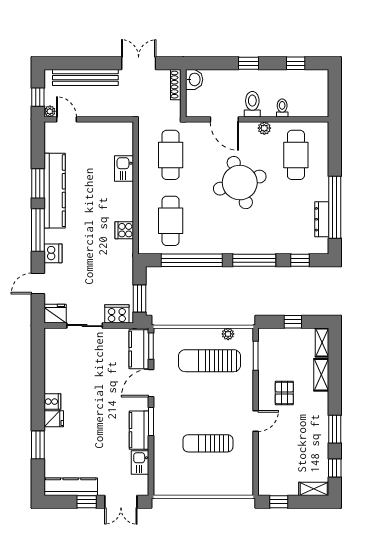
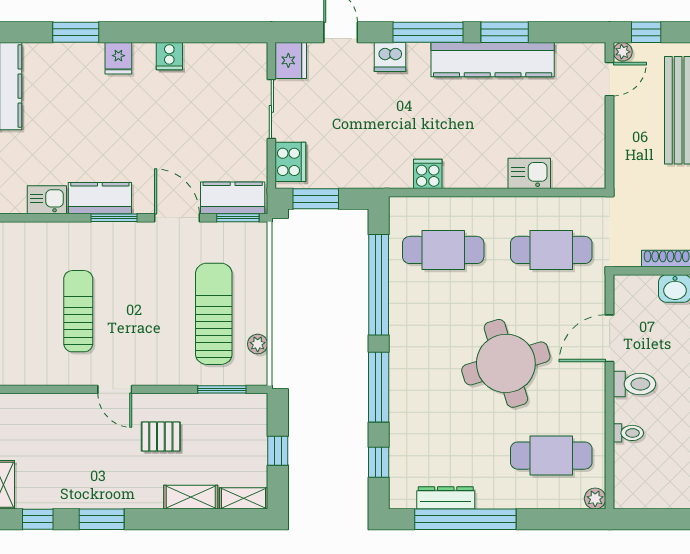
plant: (264, 128) -> (595, 499), moved
cooker: (52, 402) -> (169, 56), moved

